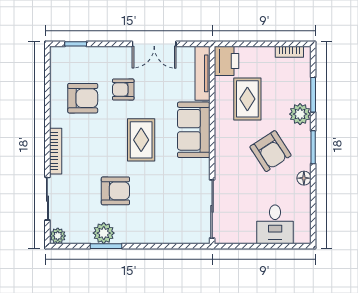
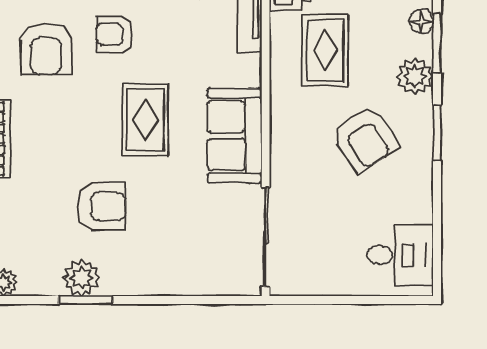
armchair: (83, 98) -> (46, 49), turned 90
sofa: (194, 130) -> (234, 136), moved
floor lamp: (304, 178) -> (421, 21), moved
desk: (275, 224) -> (400, 255), moved, turned -90

